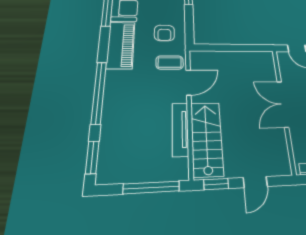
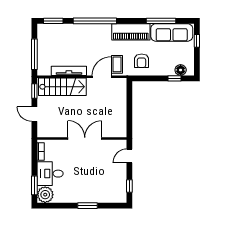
armchair: (164, 33) -> (142, 61), turned -90
door: (189, 82) -> (102, 77), swing flipped

